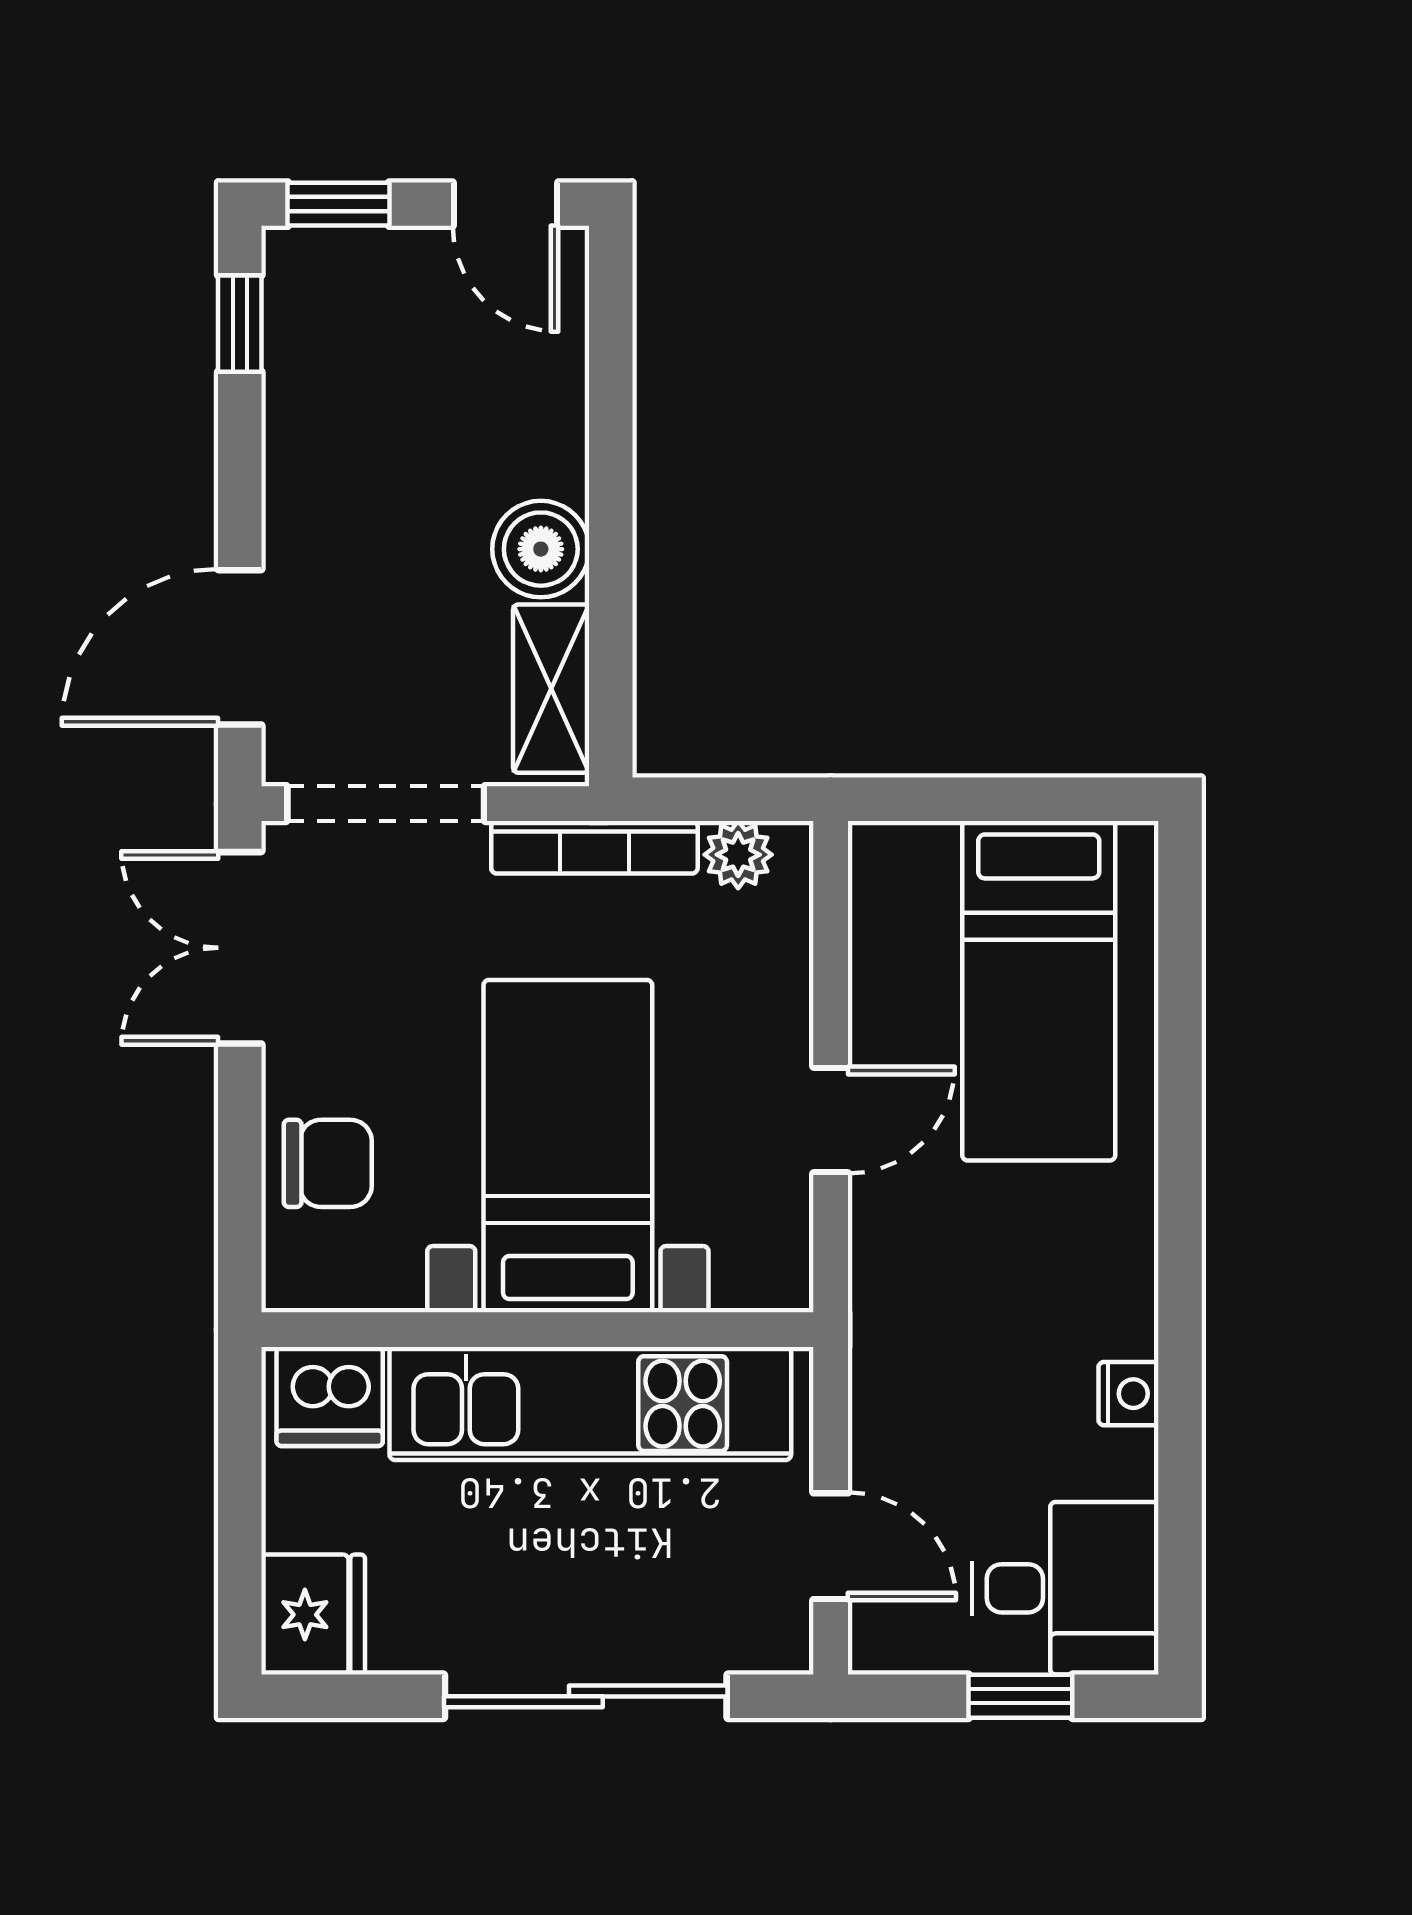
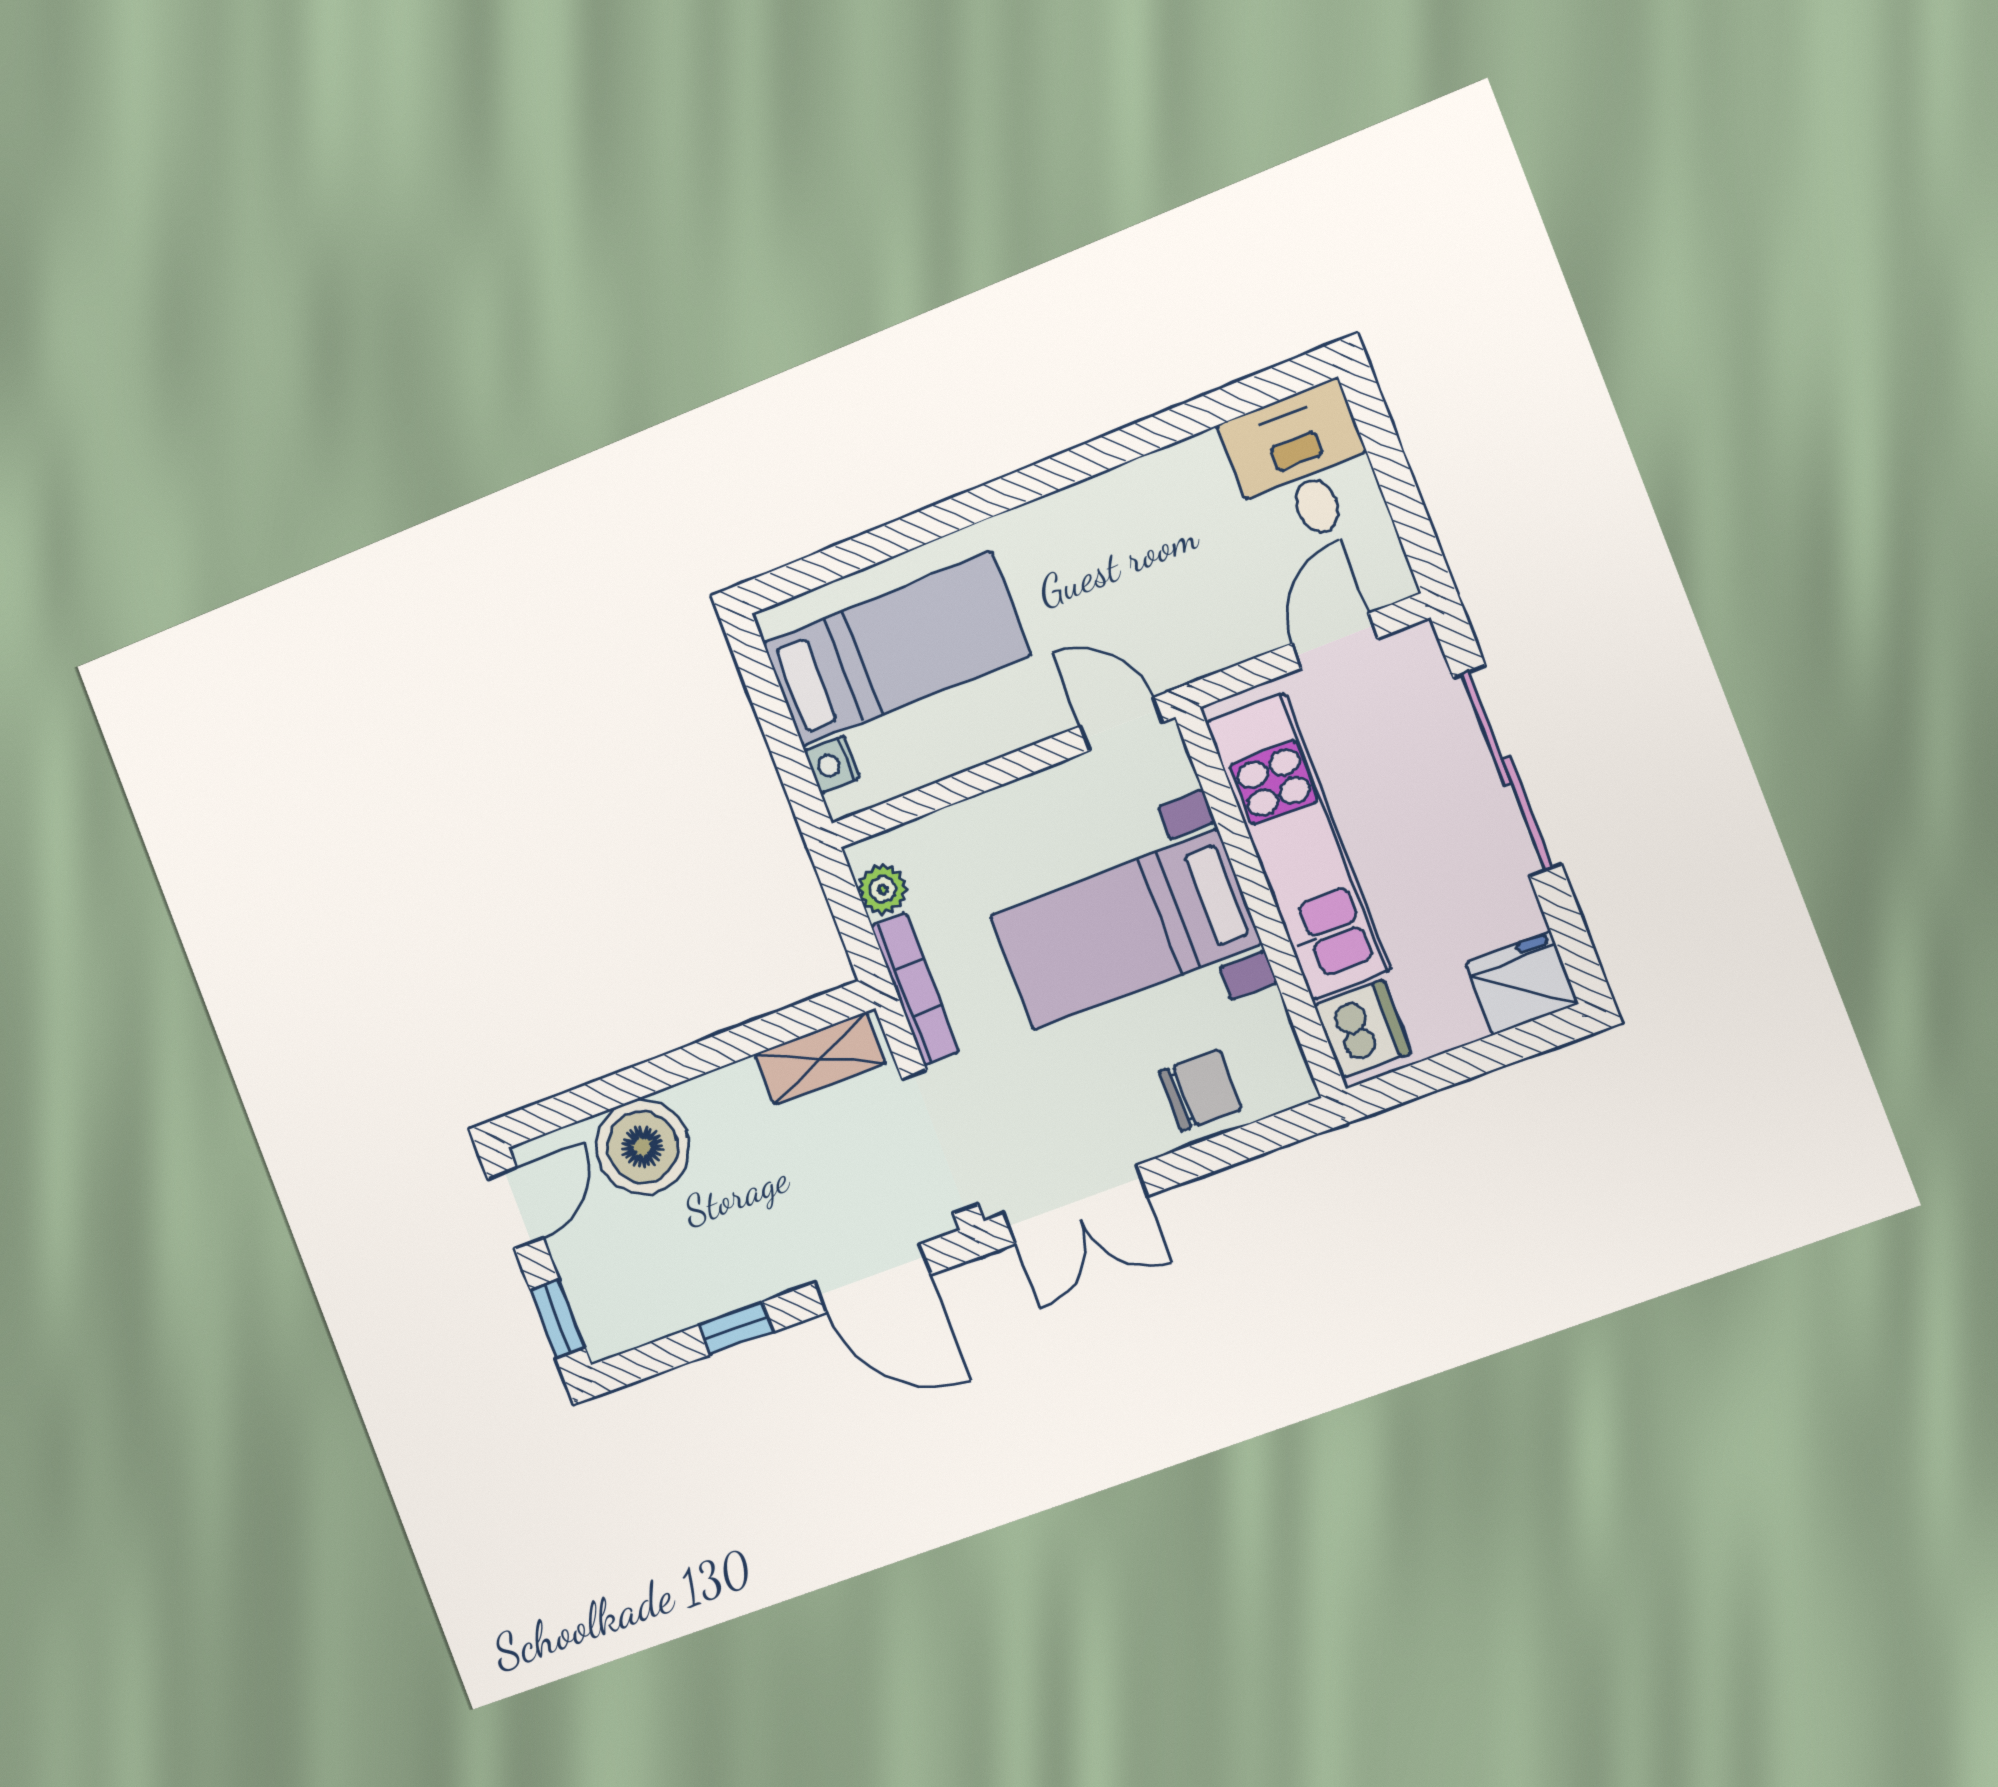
window: (240, 324) -> (736, 1328), moved
boiler: (541, 549) -> (642, 1147), moved, width x1.37, depth x1.37
door: (831, 1120) -> (1121, 724), moved
chair: (328, 1163) -> (1200, 1090), turned 90
nightstand: (1128, 1394) -> (832, 765), moved, turned -90
window: (1020, 1696) -> (1390, 466), removed

